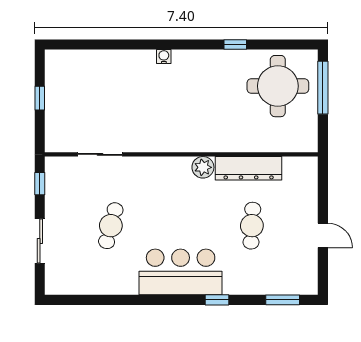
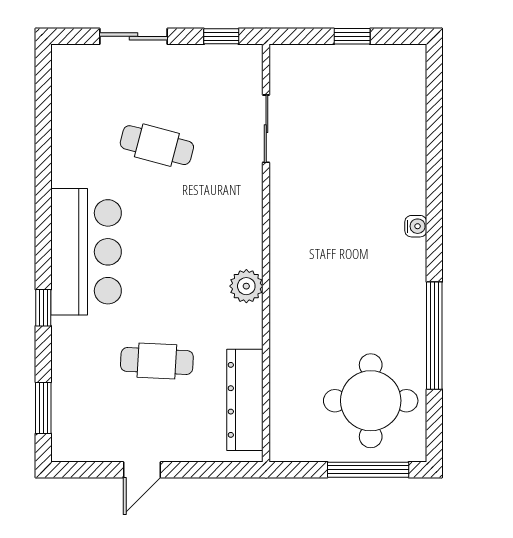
window: (235, 44) -> (434, 336), width x3.17
dresser: (249, 168) -> (245, 400), moved

